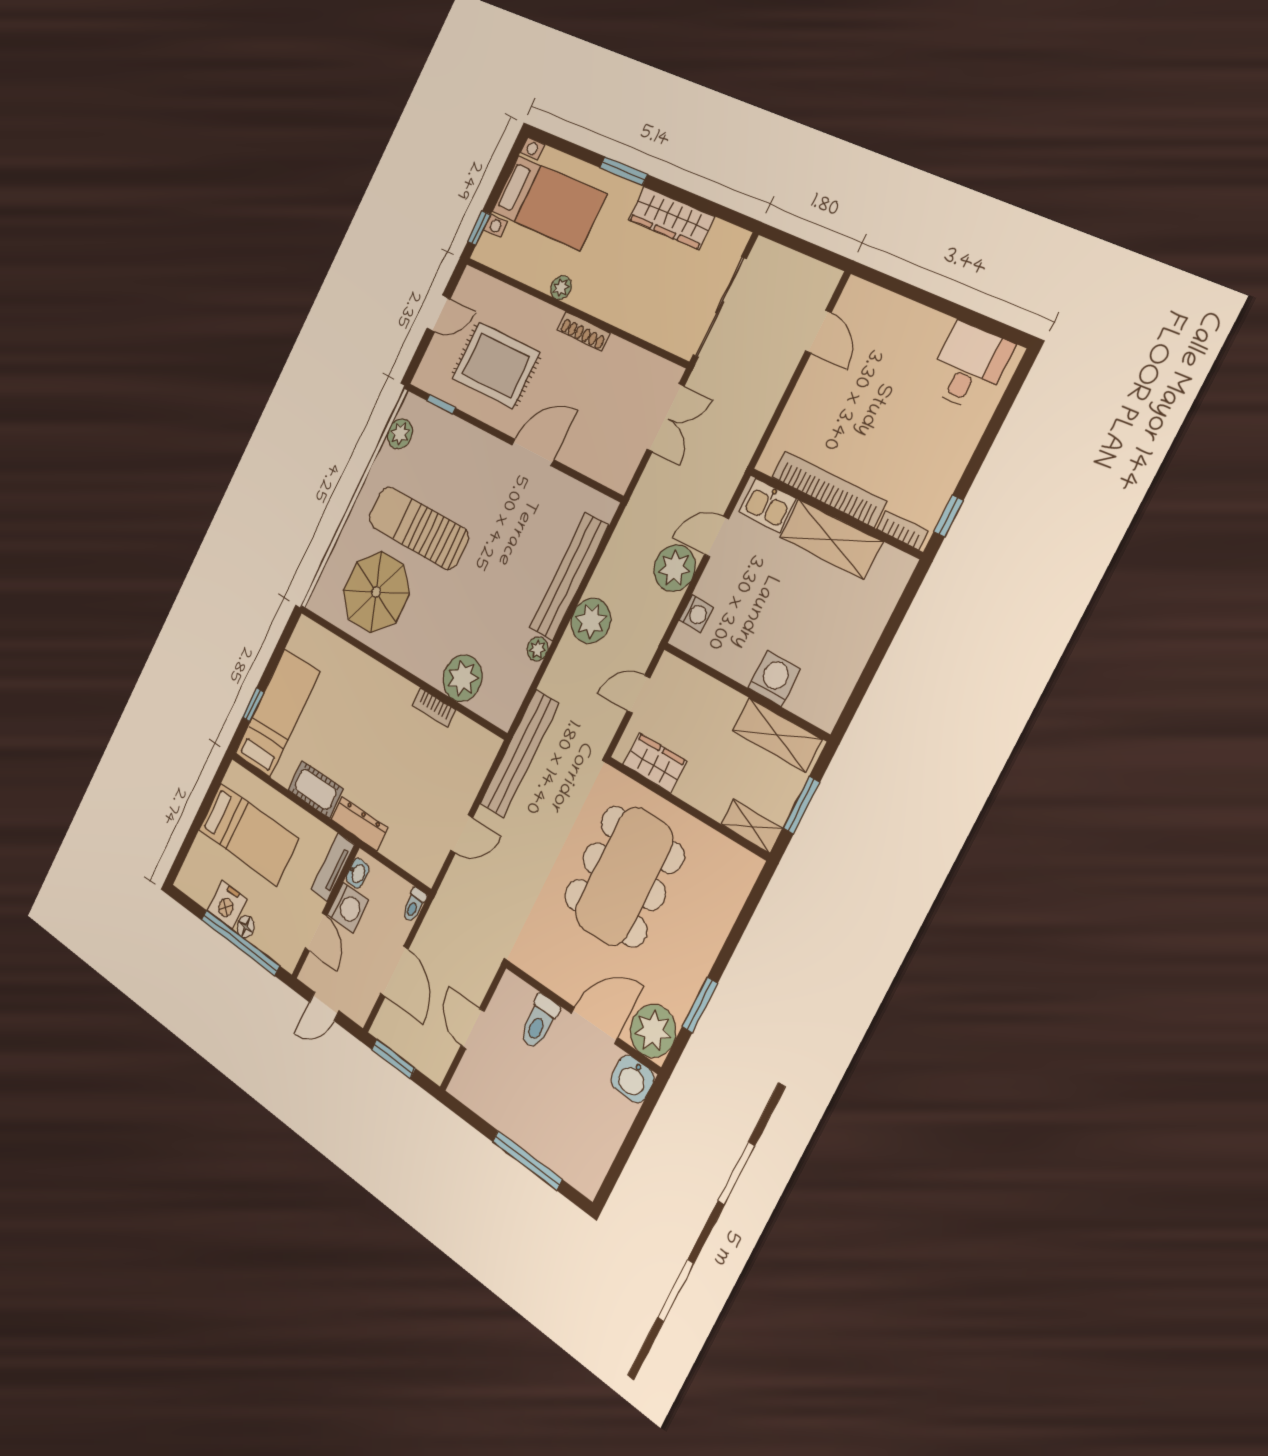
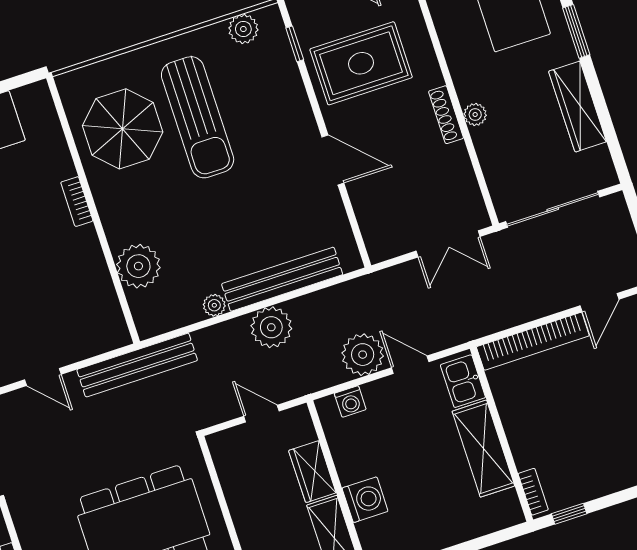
plant: (561, 288) -> (475, 114), moved
rug: (496, 365) -> (361, 63), turned 90
bookcase: (829, 489) -> (533, 341), moved, turned 90
sun lounger: (418, 528) -> (198, 117), turned 180
bookcase: (434, 708) -> (77, 202), moved
wardrobe: (655, 763) -> (312, 472), moved, turned 180

